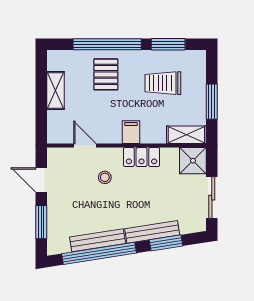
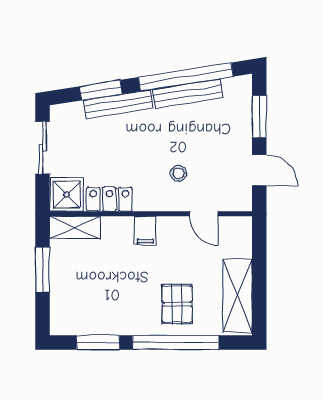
trolley: (163, 83) -> (105, 293), removed
shelving: (55, 91) -> (238, 296), width x1.50, depth x1.33
locker: (141, 157) -> (109, 199), moved

